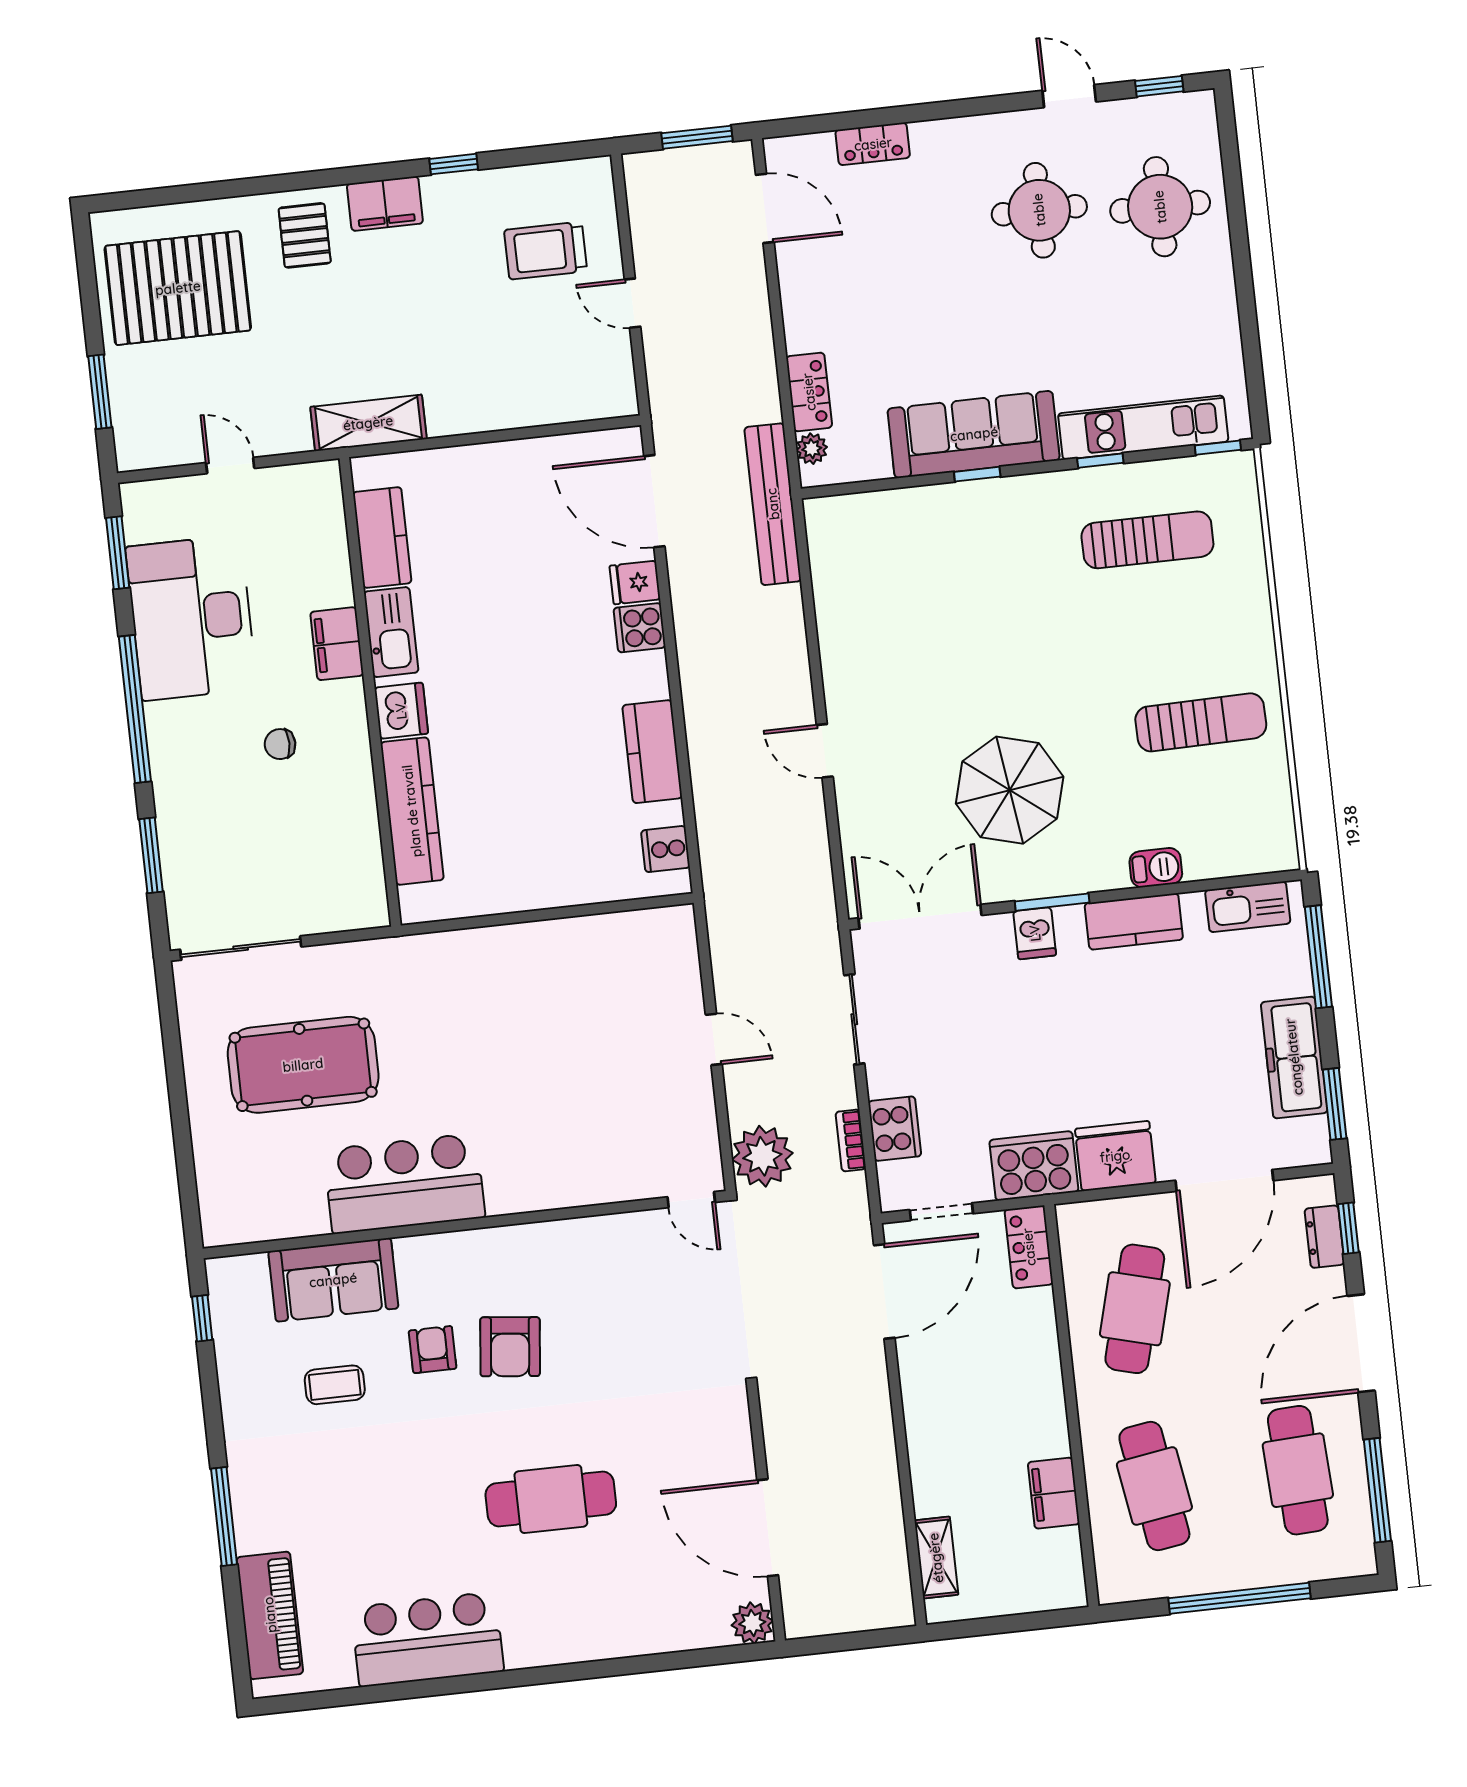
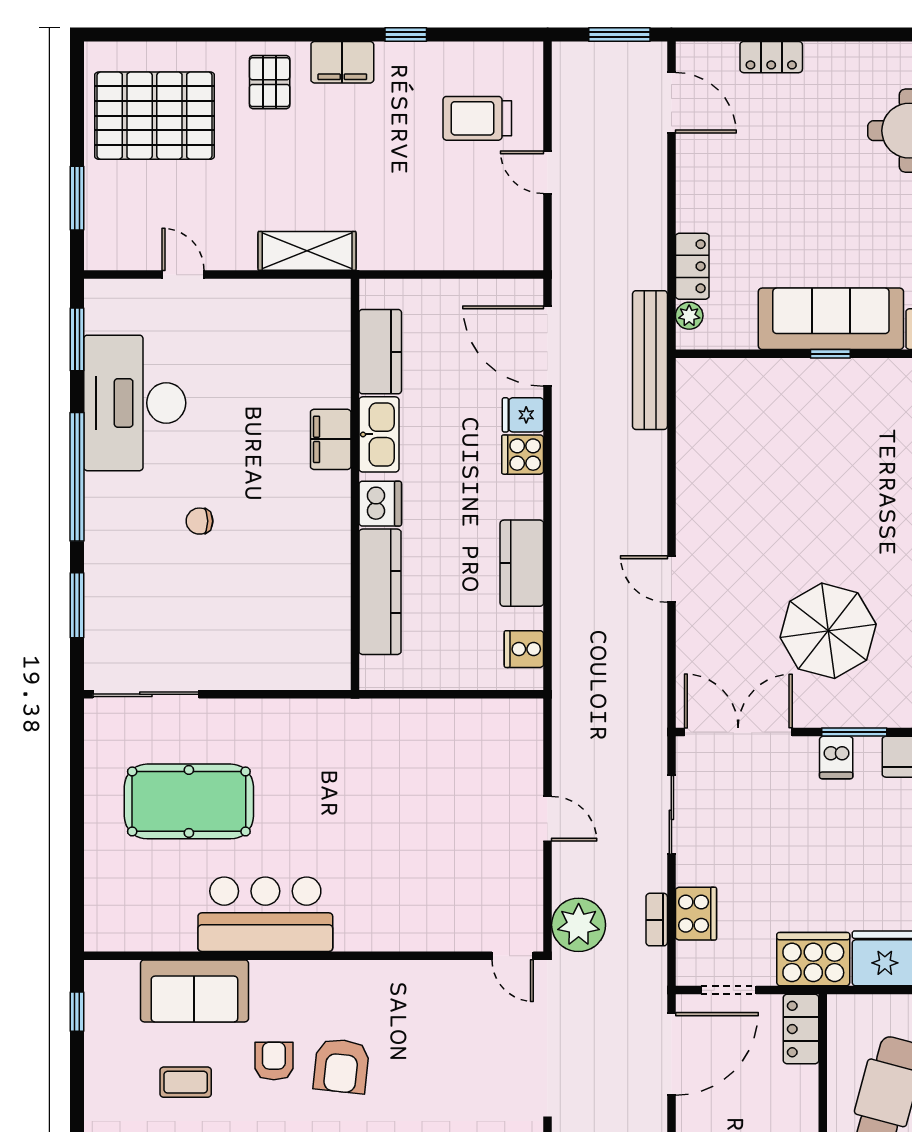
kitchen counter: (382, 538) -> (380, 352), moved
kitchen sink: (391, 632) -> (379, 434), moved
filing cabinet: (337, 644) -> (331, 439), moved
wall: (370, 692) -> (355, 484), moved
dishwasher: (401, 711) -> (380, 504), moved
kitchen counter: (412, 811) -> (380, 592), moved

